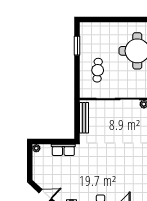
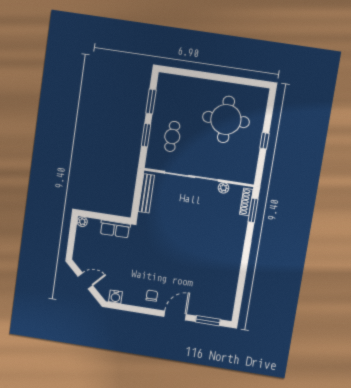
window: (77, 72) -> (146, 135), added

